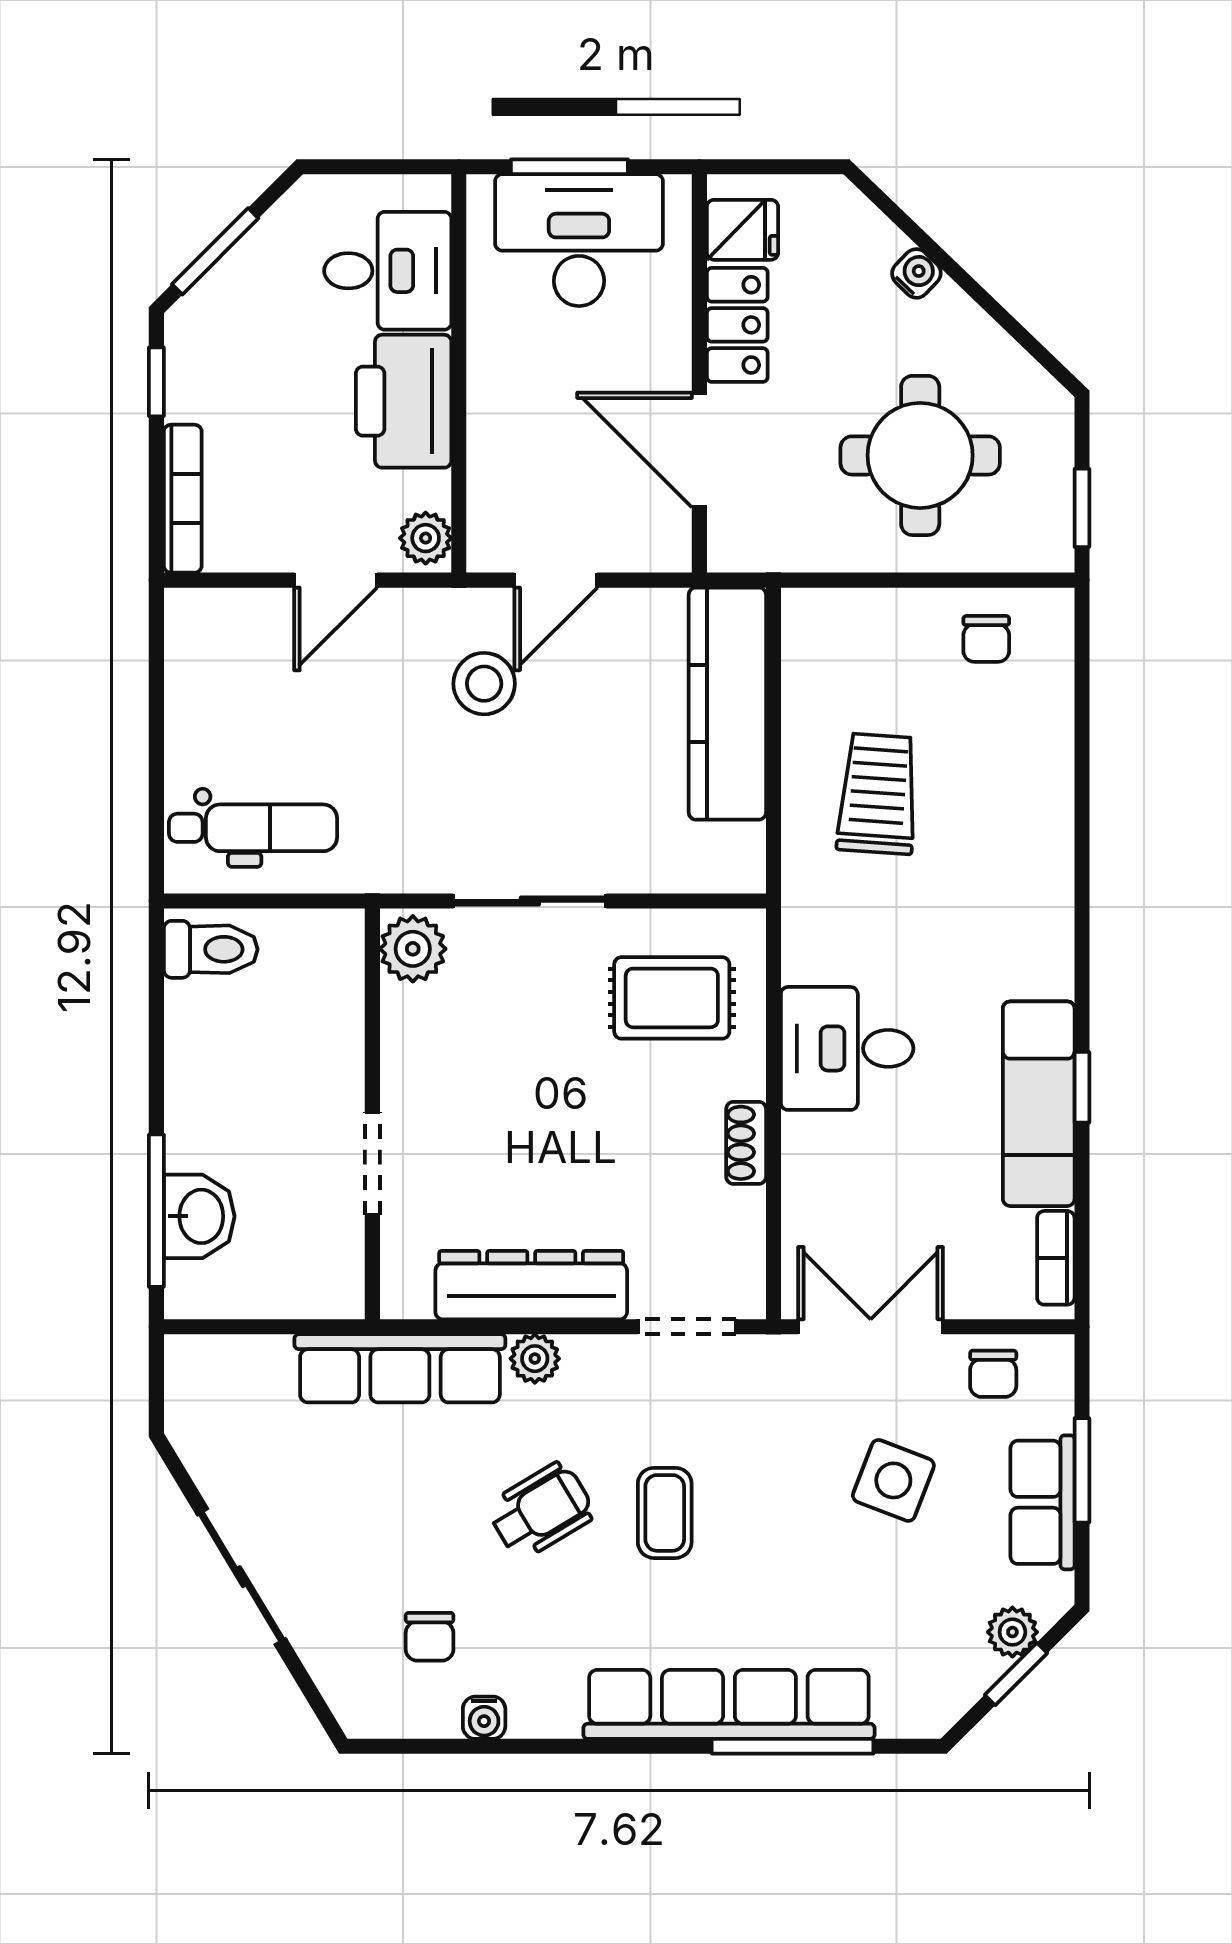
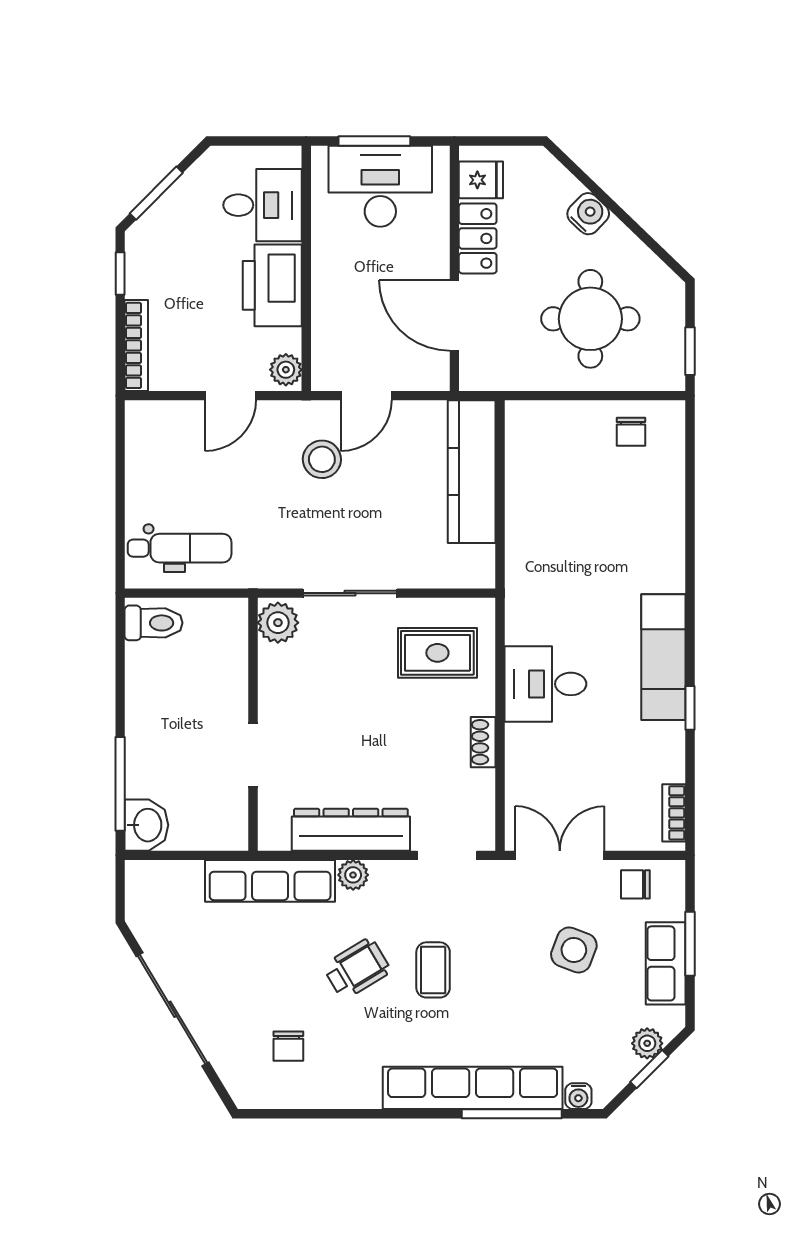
water cooler: (916, 273) -> (588, 214), width x1.38, depth x1.38
trolley: (878, 794) -> (564, 527), removed
exam couch: (1039, 1104) -> (663, 657), moved
washbasin: (199, 1216) -> (146, 825), moved
chair: (993, 1374) -> (635, 884), turned 90
sliding door: (241, 1577) -> (172, 1009), width x1.37
water cooler: (484, 1718) -> (578, 1096), moved

